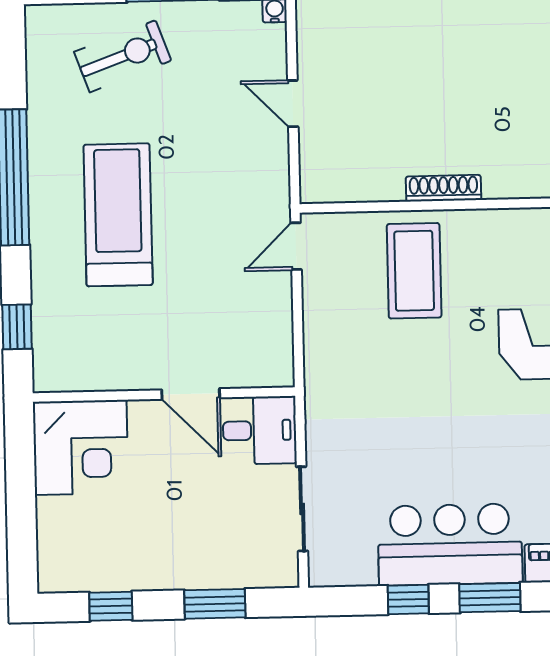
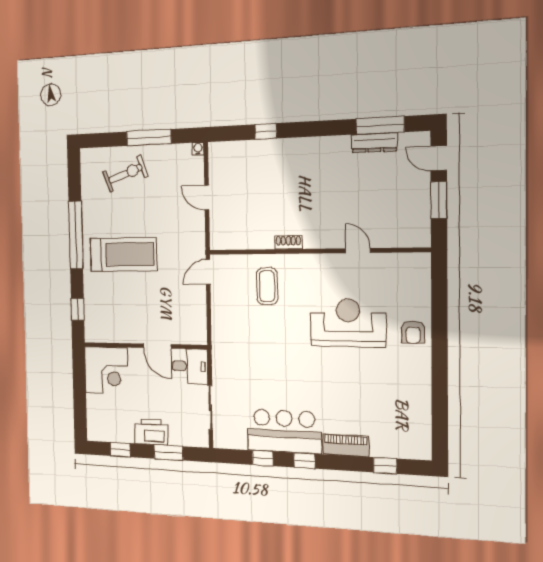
shoe rack: (443, 188) -> (288, 242), width x0.70
treadmill: (118, 215) -> (123, 254), turned 90
coffee table: (414, 271) -> (267, 286), width x0.73, depth x0.76
printer: (178, 565) -> (151, 432), added
window: (490, 598) -> (304, 461), width x0.67

